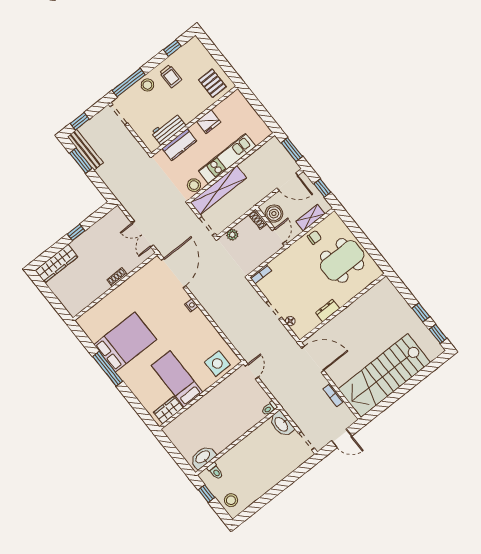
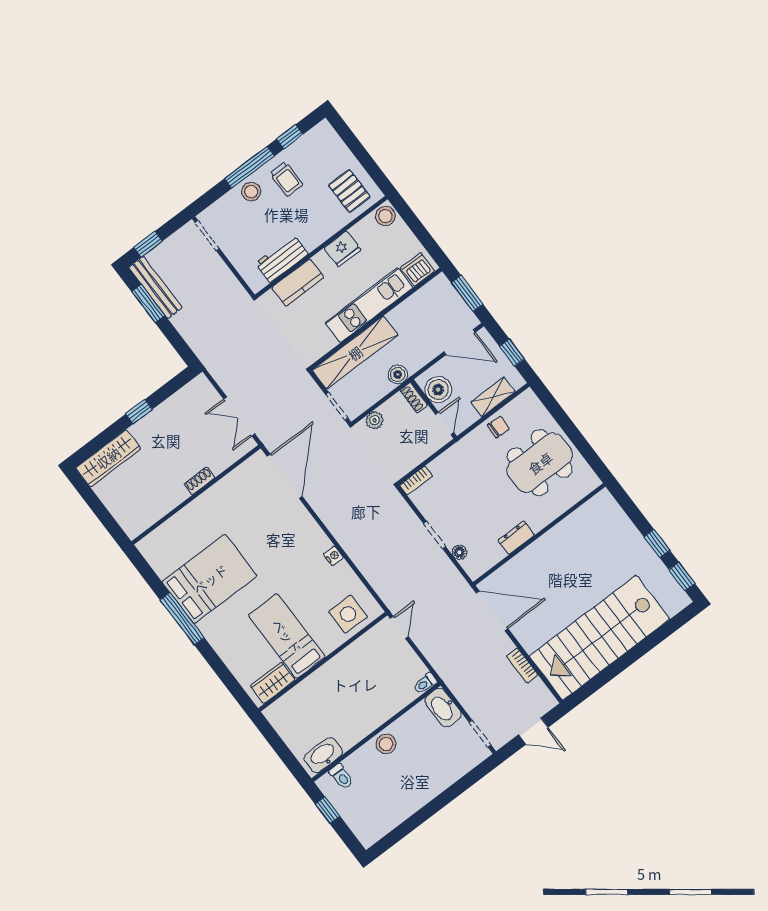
window: (129, 83) -> (249, 167), moved
dishwasher: (259, 134) -> (417, 269), added
stool: (194, 185) -> (385, 216), moved
boiler: (247, 204) -> (398, 375), added
nightstand: (191, 305) -> (333, 556), moved
stool: (231, 500) -> (386, 744), moved

